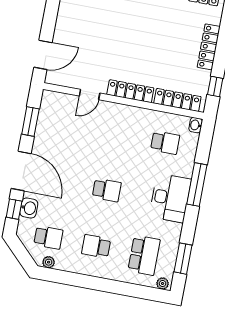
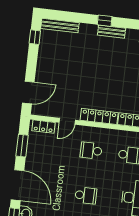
locker: (59, 99) -> (43, 127), added
school desk: (117, 134) -> (91, 151), added

